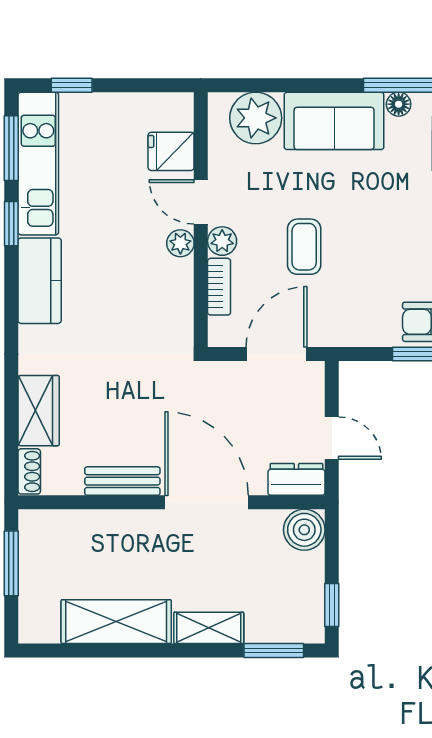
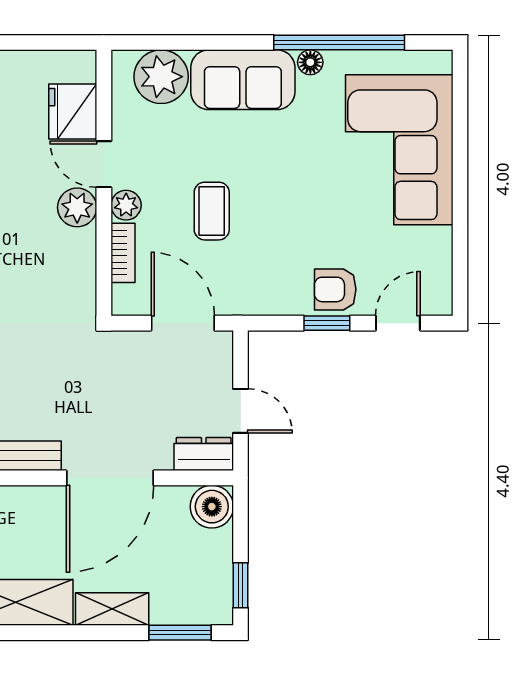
fridge: (171, 151) -> (73, 112), width x1.38
plant: (180, 243) -> (77, 207), width x1.38, depth x1.38
door: (276, 354) -> (183, 323), hinge flipped
door: (207, 502) -> (110, 478), swing flipped

